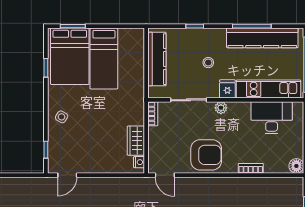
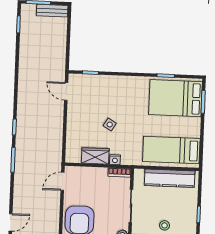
bed: (104, 58) -> (171, 150), moved
side table: (62, 117) -> (110, 124), moved
nightstand: (139, 162) -> (115, 160), moved

